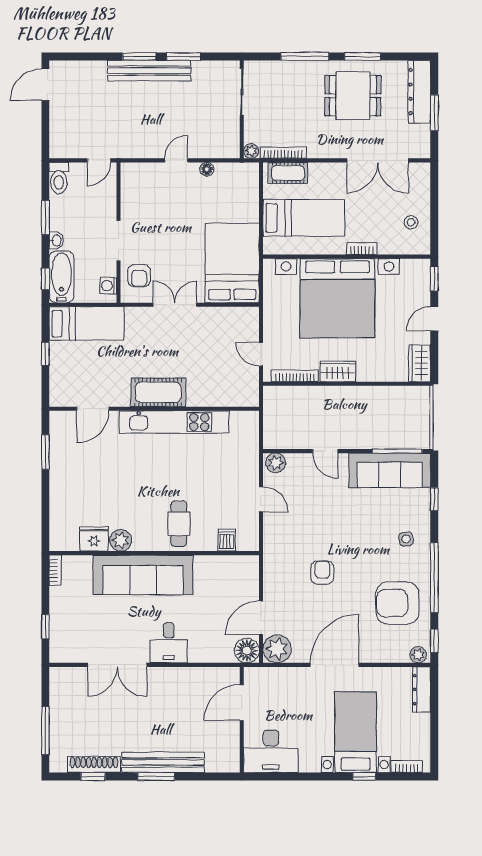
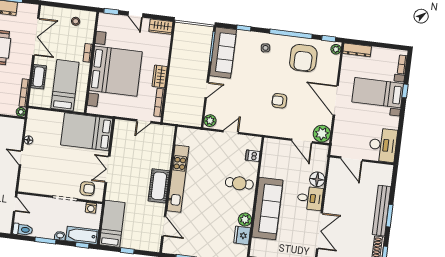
cot: (288, 173) -> (39, 77), moved
floor lamp: (247, 651) -> (317, 179), moved

